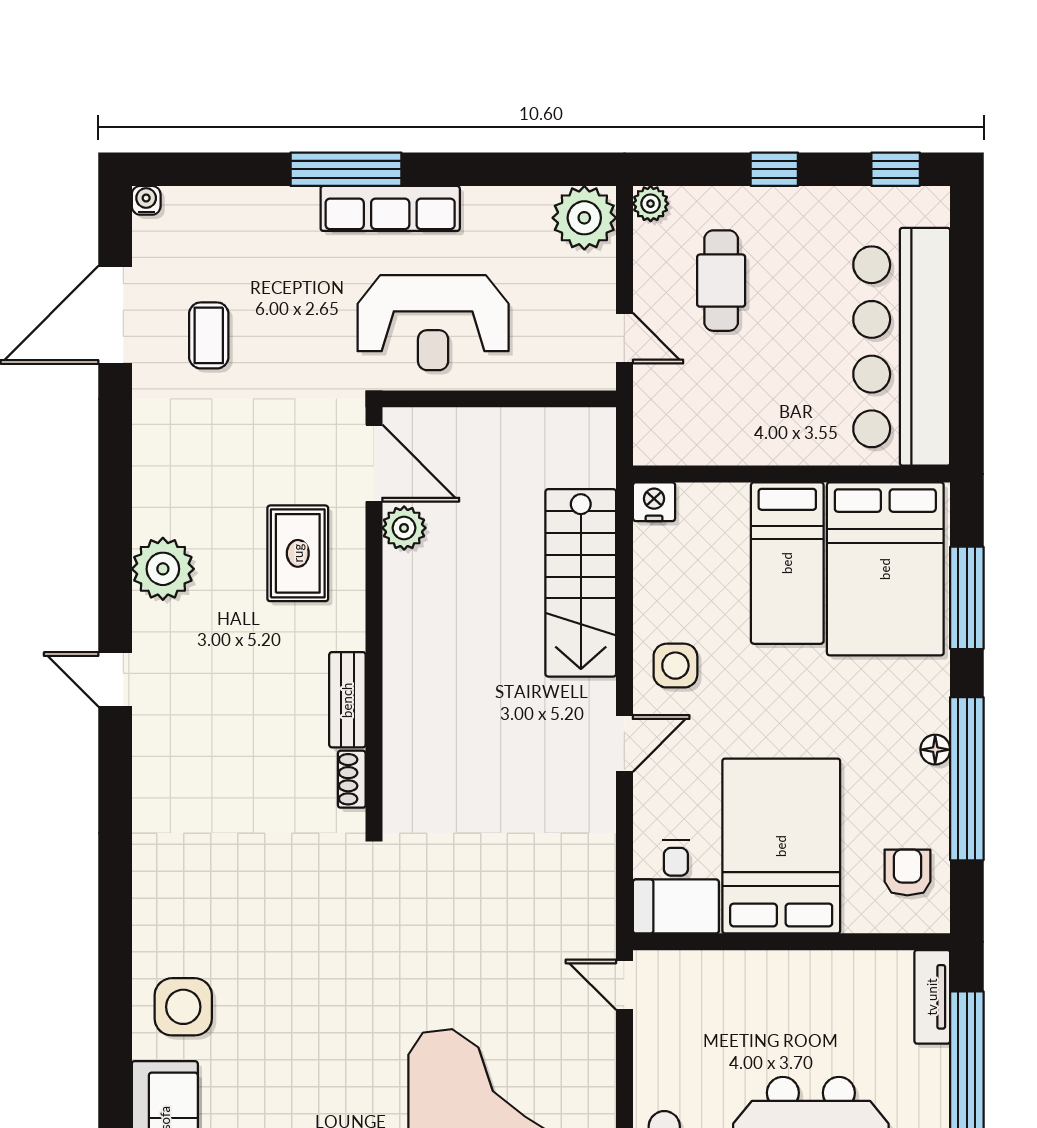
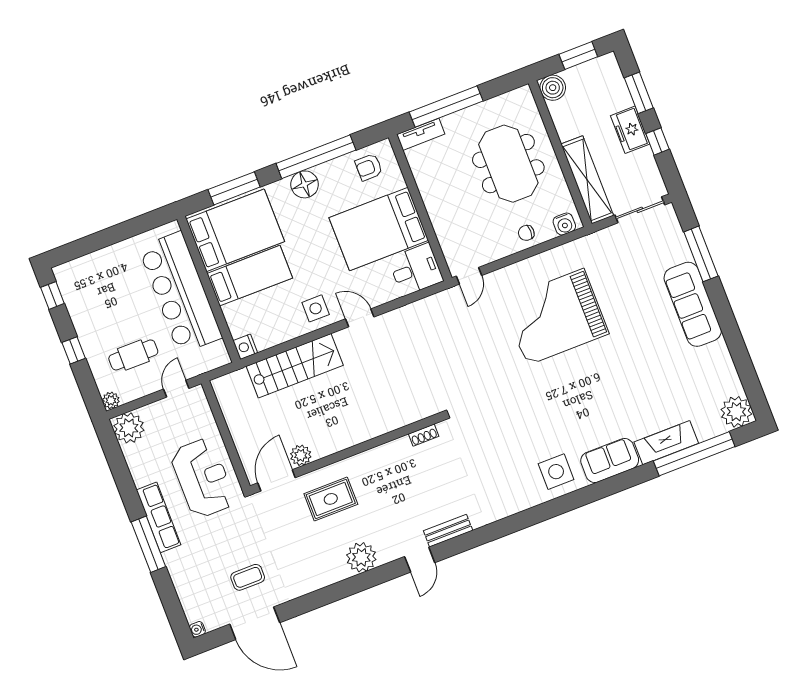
bar counter: (902, 347) -> (180, 293), moved, turned 90
bench: (347, 700) -> (448, 531), moved
floor lamp: (935, 750) -> (305, 184), width x1.89, depth x1.89

